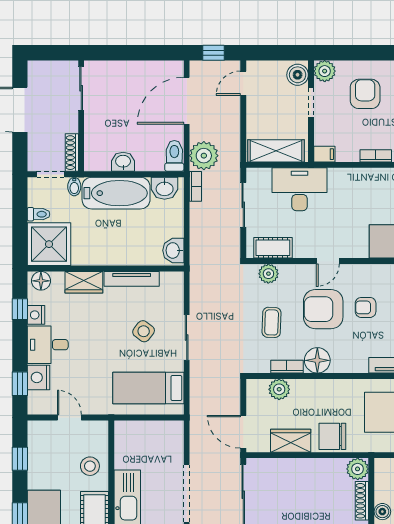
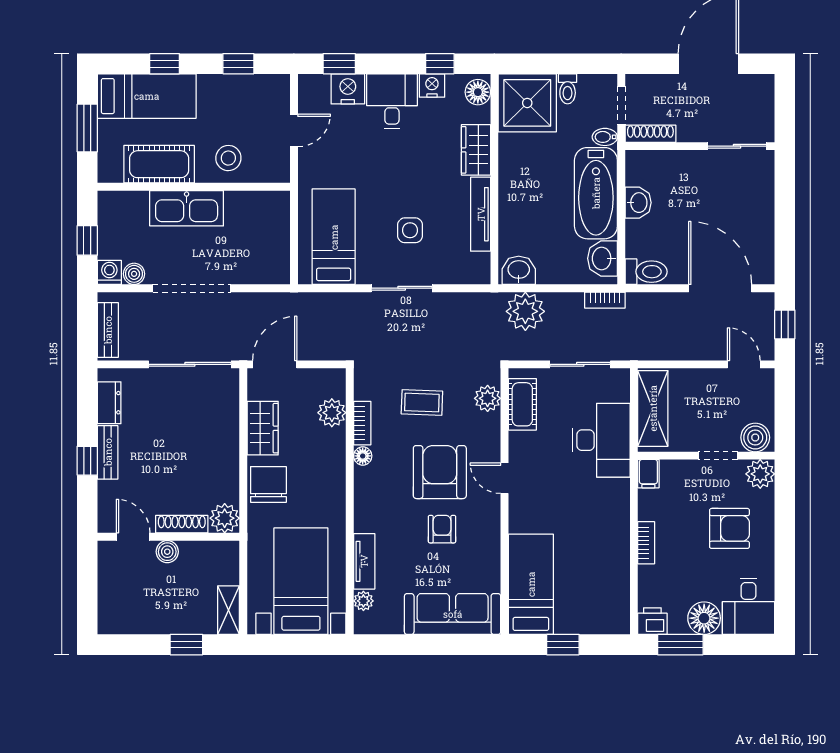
plant: (204, 156) -> (525, 311), moved
side table: (144, 331) -> (410, 230), turned -37
floor lamp: (317, 360) -> (363, 456), width x0.53, depth x0.53

